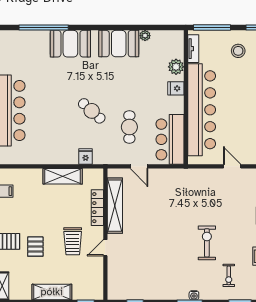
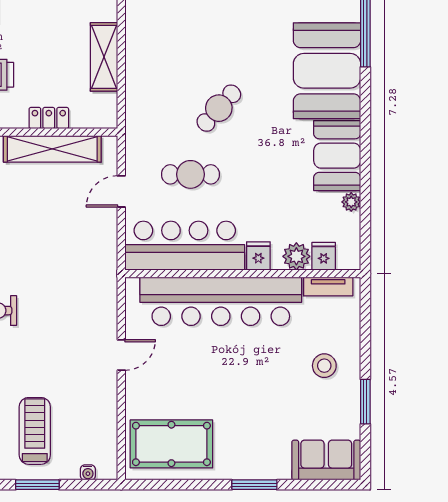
window: (212, 28) -> (365, 320), removed
booth: (70, 44) -> (327, 71), width x1.36, depth x1.42
bar counter: (170, 139) -> (185, 246), width x1.36
fridge: (86, 157) -> (324, 256), moved, turned -90
locker: (97, 208) -> (49, 118), width x0.66

